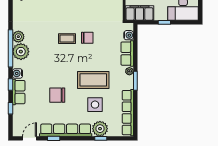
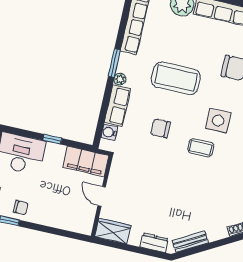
chair: (87, 38) -> (161, 128), moved
side table: (95, 105) -> (218, 121), moved

